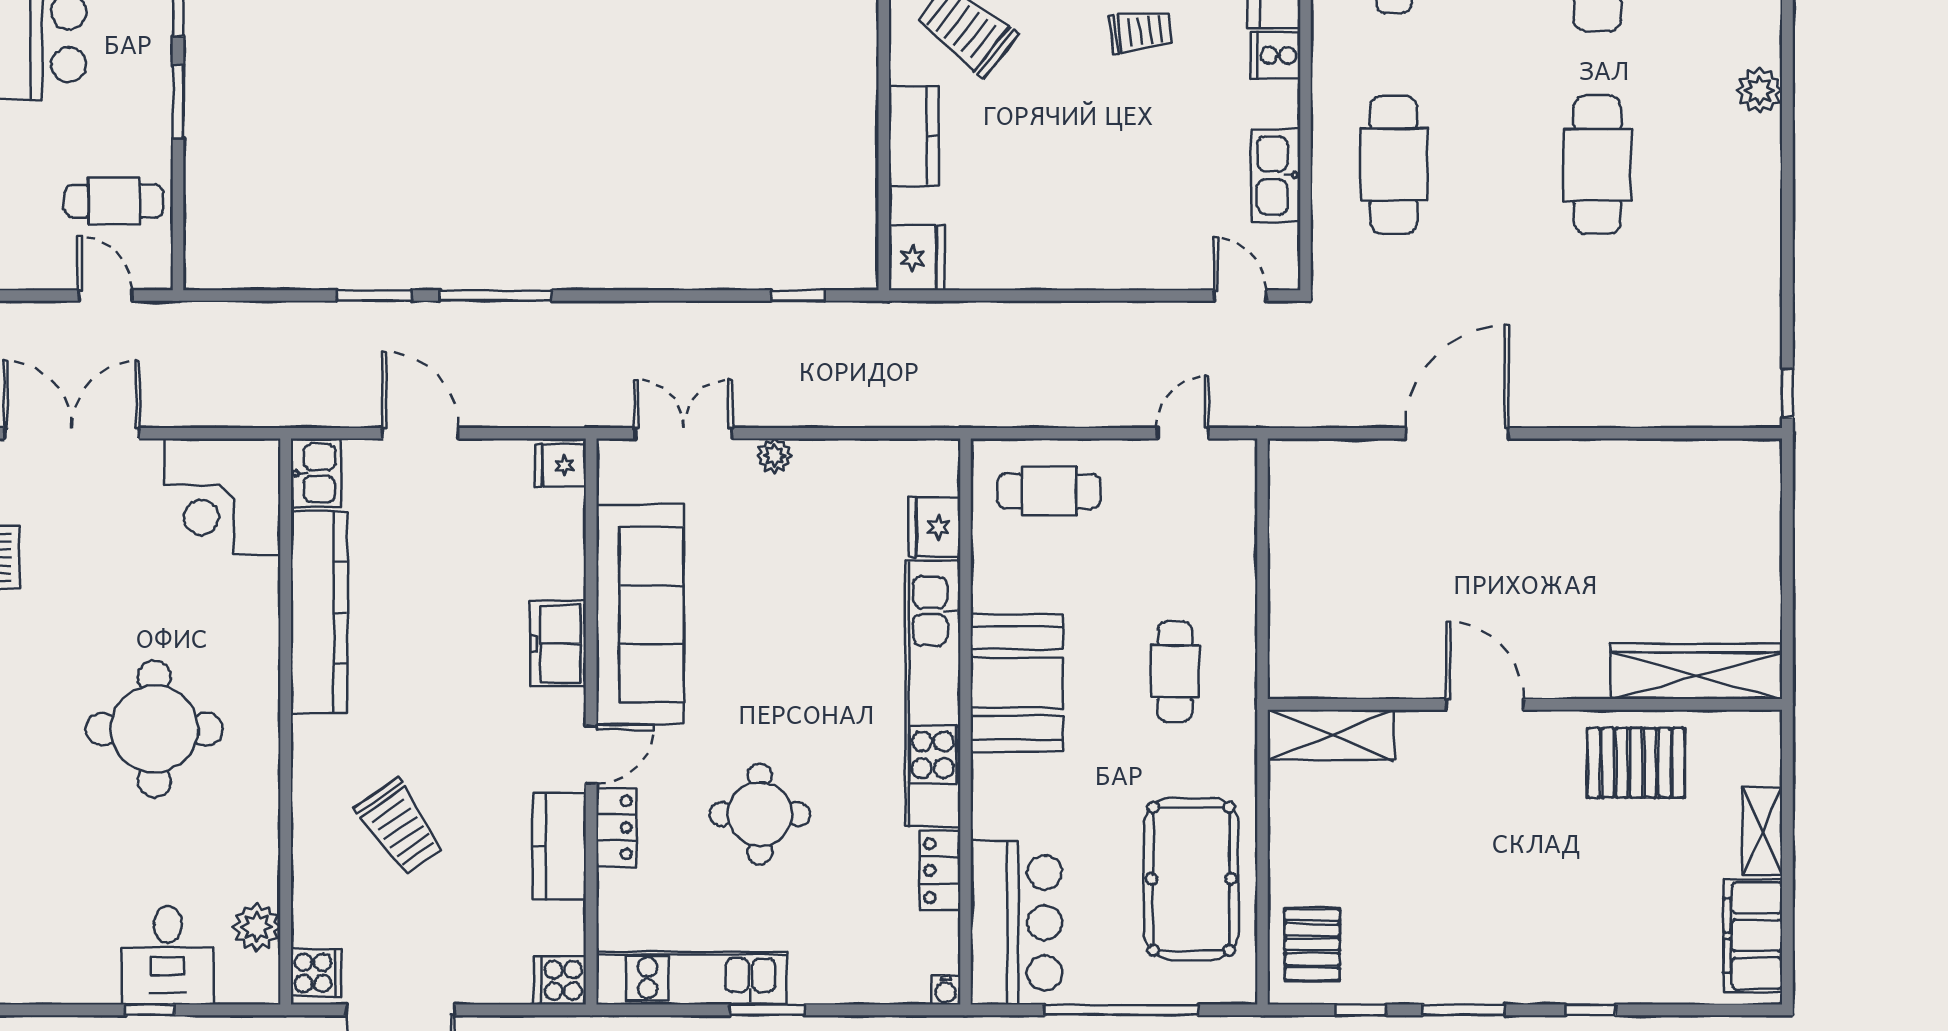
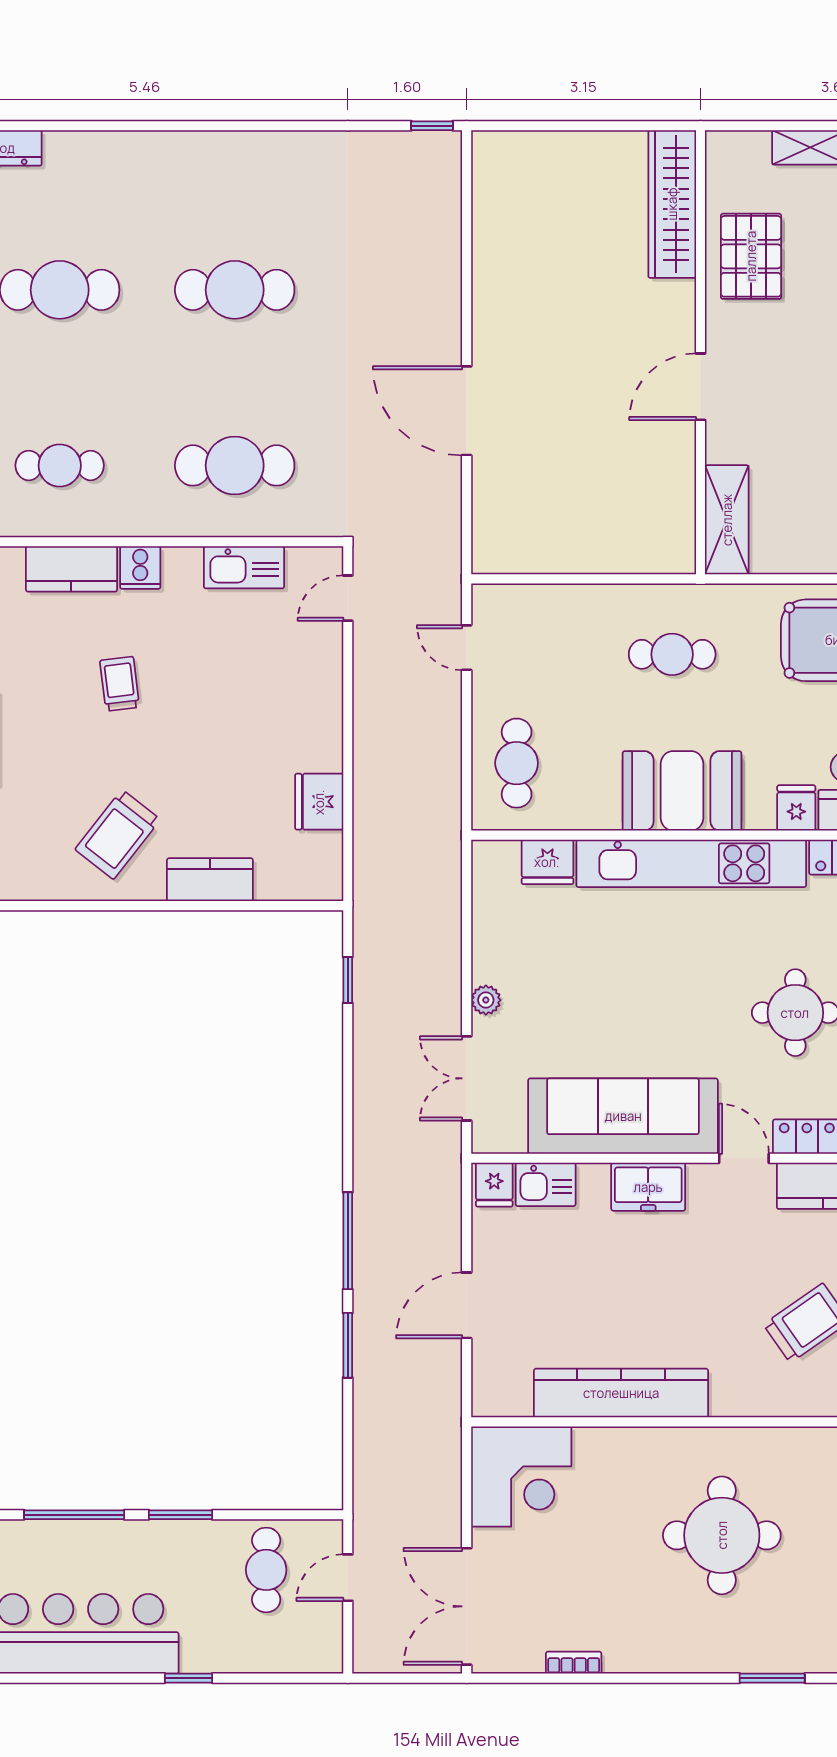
plant: (1760, 90) -> (171, 150), removed
fridge: (917, 258) -> (319, 802), moved, turned -90
kitchen sink: (316, 473) -> (546, 1184), moved, turned 180
fridge: (997, 815) -> (796, 808), added

